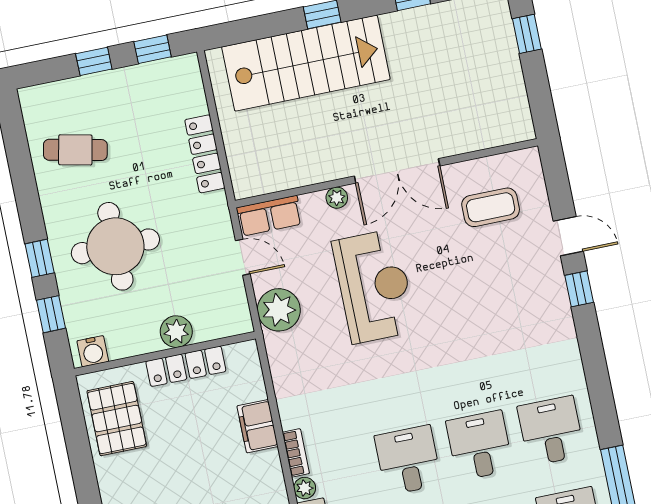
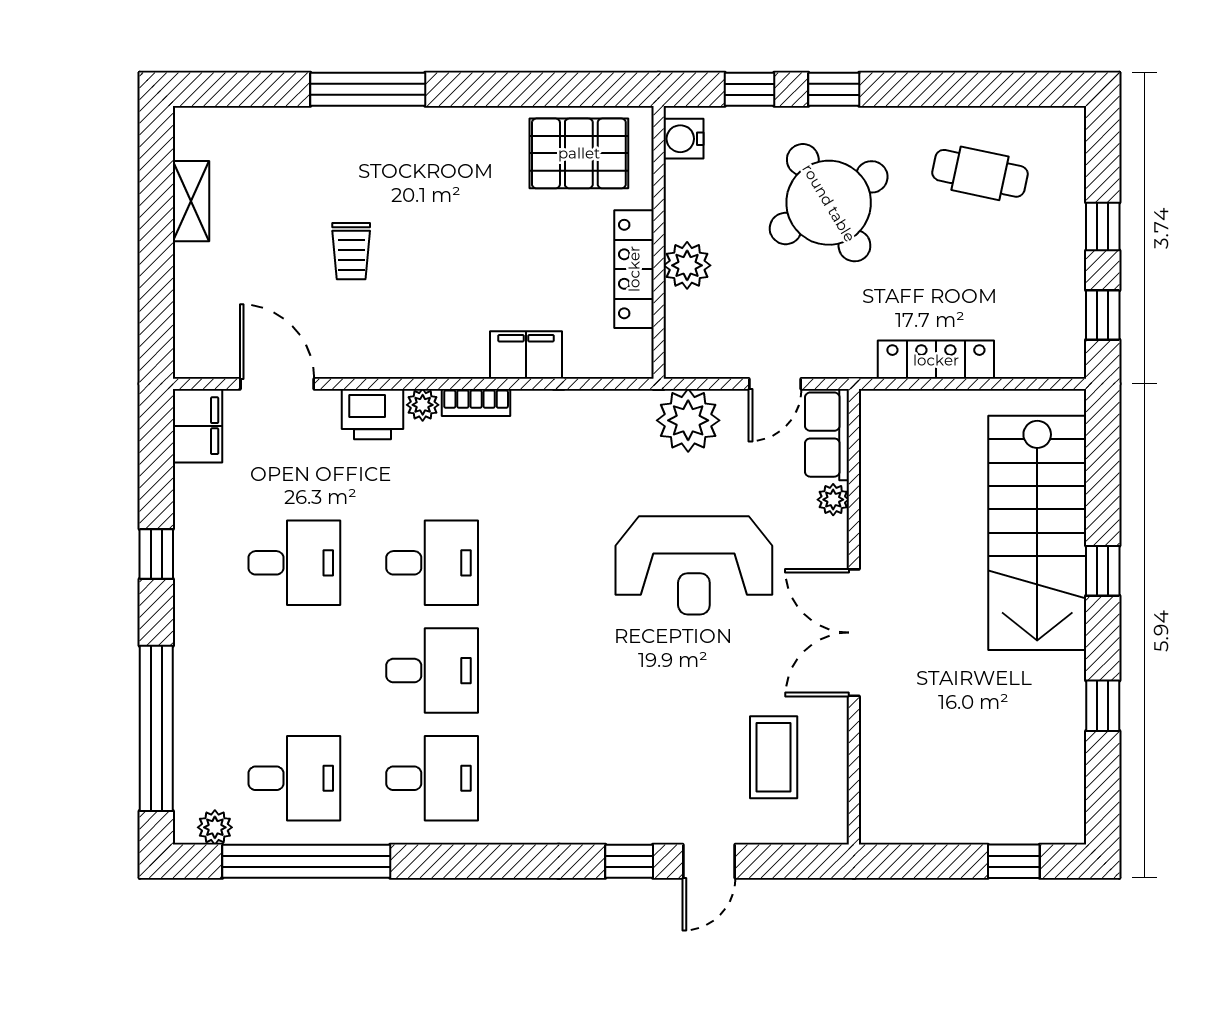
cafe table: (75, 150) -> (980, 173), turned 90
plant: (337, 198) -> (833, 500), moved
round table: (115, 246) -> (829, 203), turned -31

